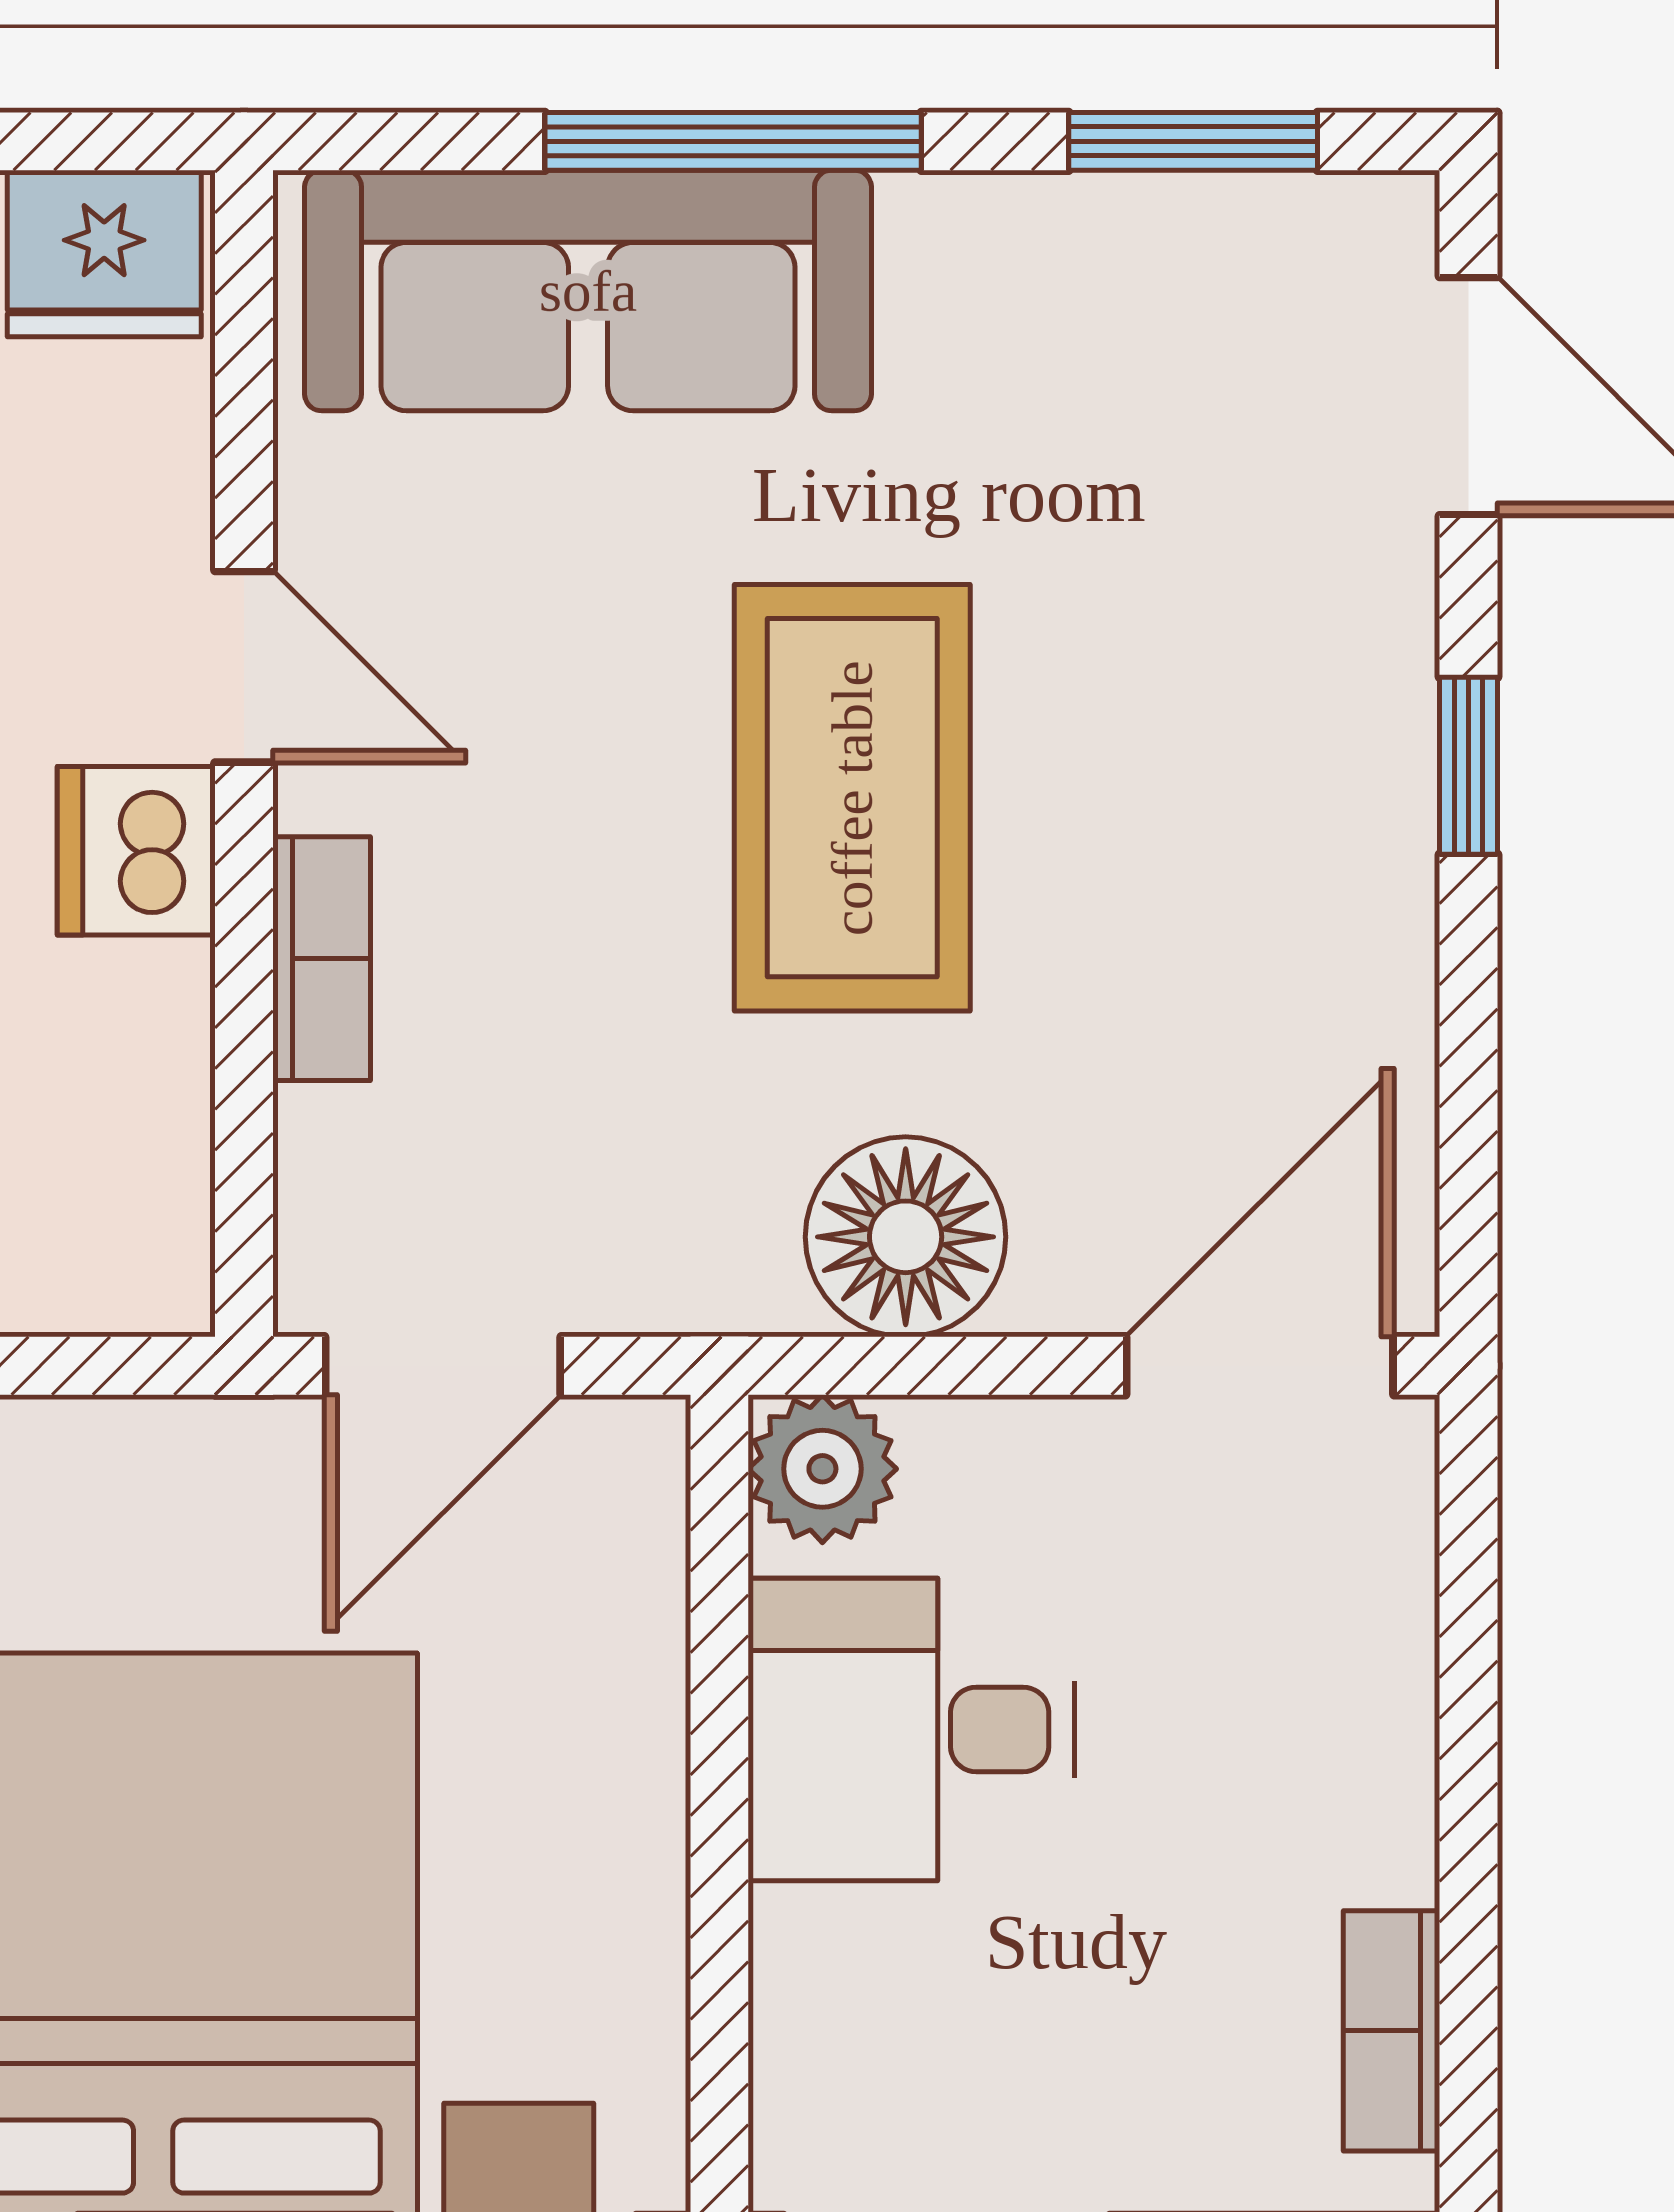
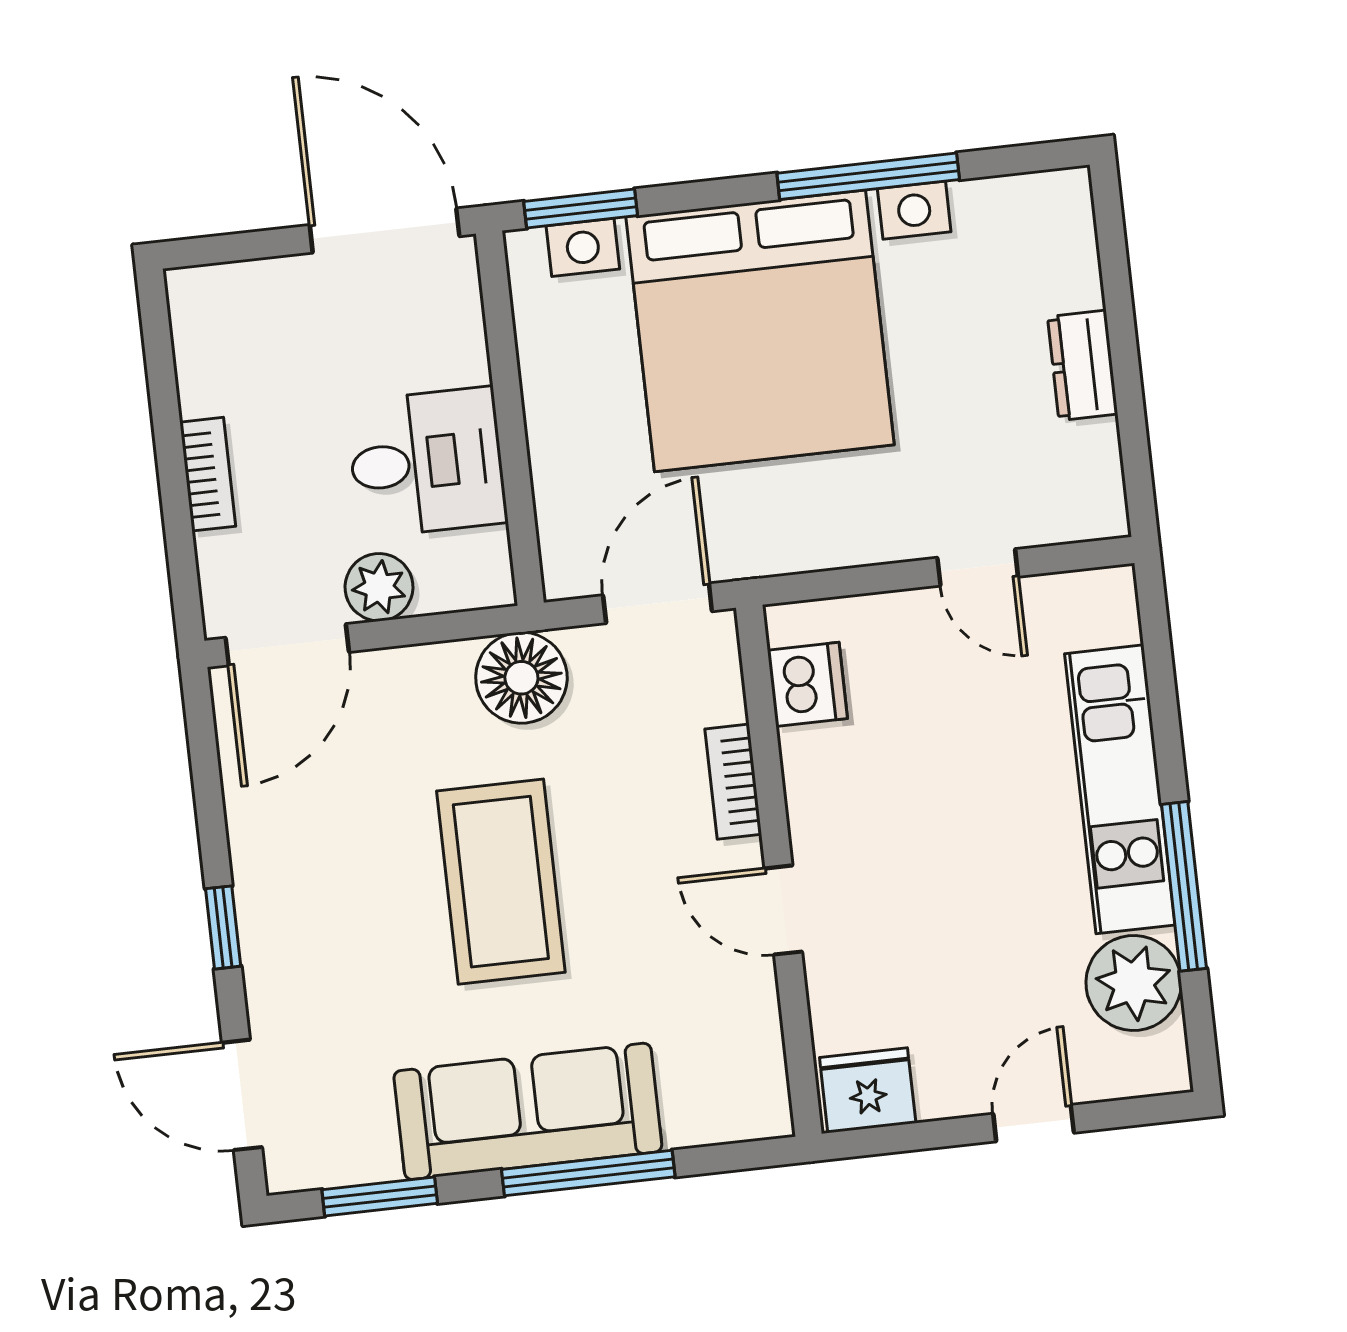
sofa: (588, 291) -> (528, 1111), moved
dishwasher: (136, 851) -> (807, 684), moved
floor lamp: (906, 1237) -> (521, 678), moved
plant: (822, 1469) -> (379, 587), moved
bookcase: (1392, 2031) -> (208, 474), moved

